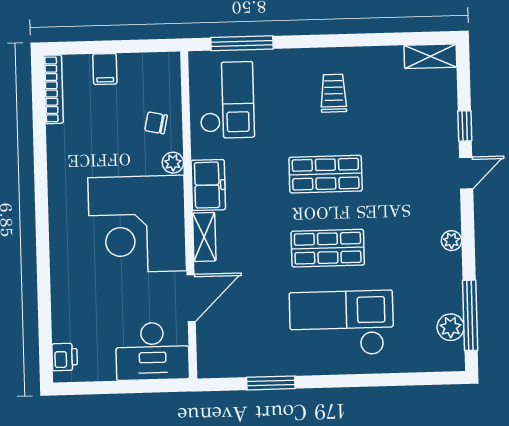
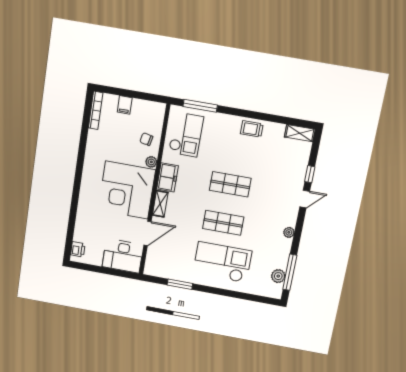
trolley: (334, 93) -> (252, 129), moved, turned -90

